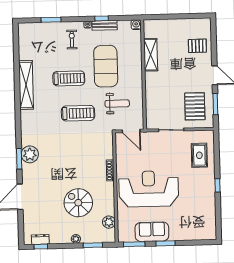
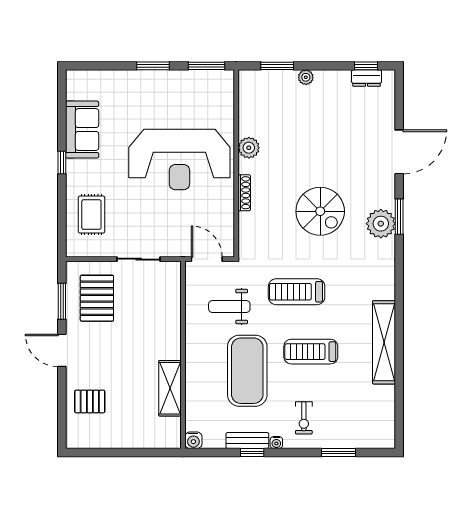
spiral stairs: (78, 203) -> (320, 211), moved
plant: (109, 222) -> (249, 148), moved
sofa: (152, 232) -> (82, 130), moved, turned -90

